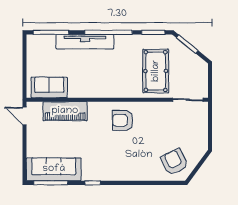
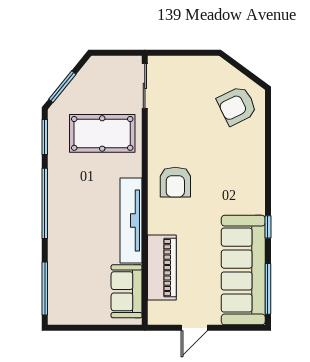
tv unit: (85, 42) -> (131, 220), moved, turned 180
door: (25, 116) -> (194, 328), moved
sofa: (54, 169) -> (243, 270), width x1.36, depth x1.27

